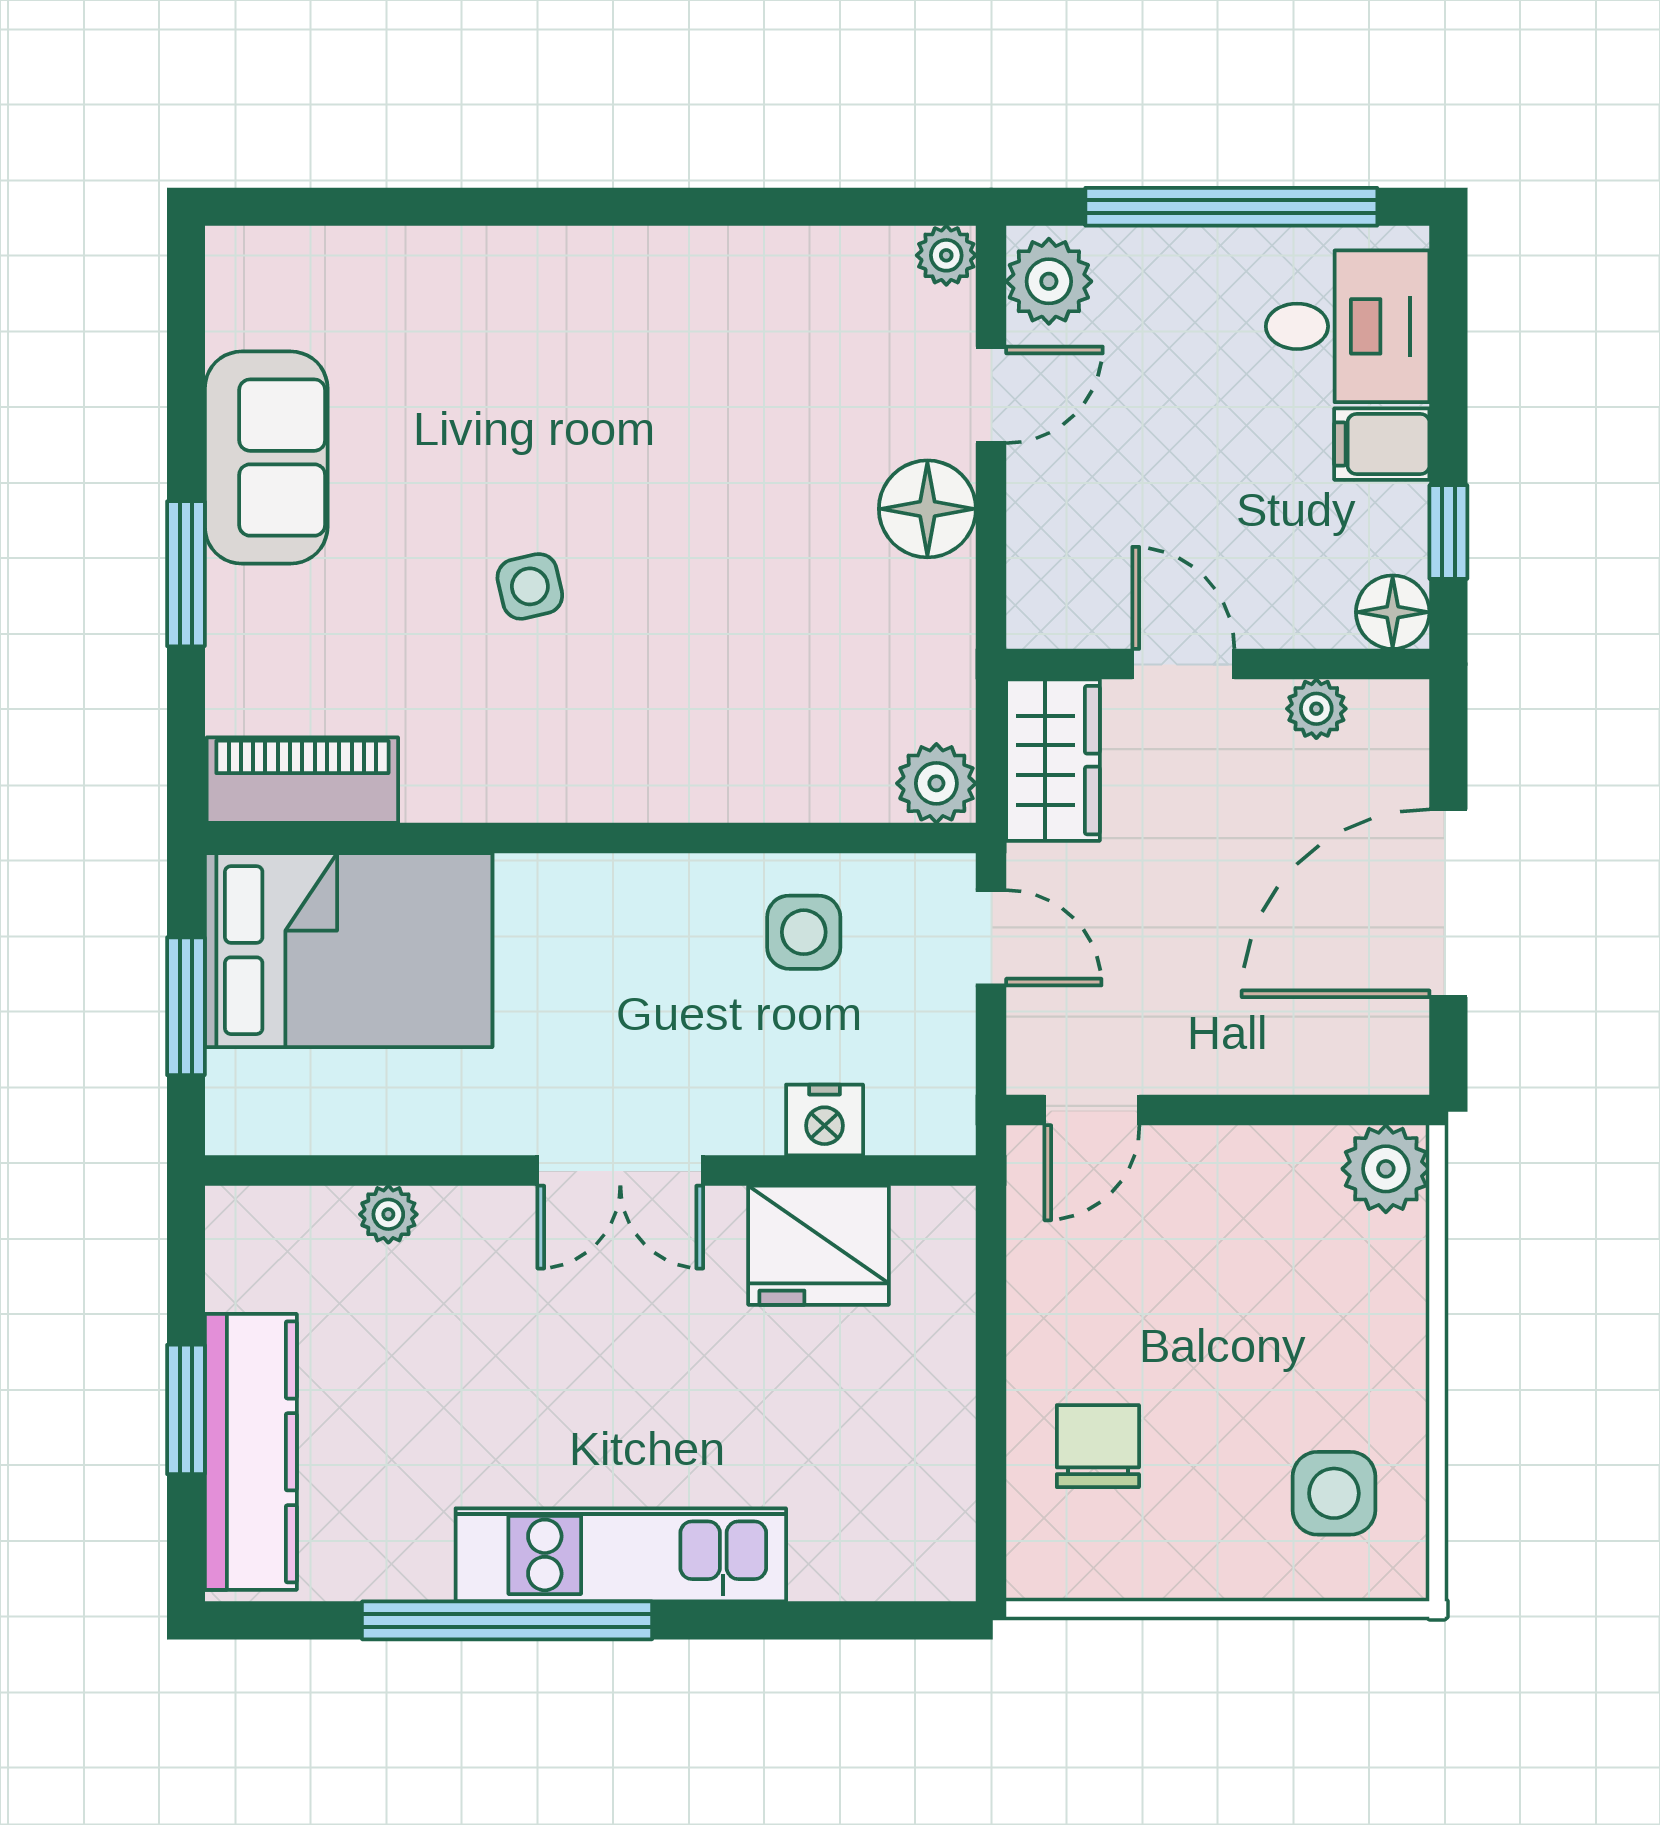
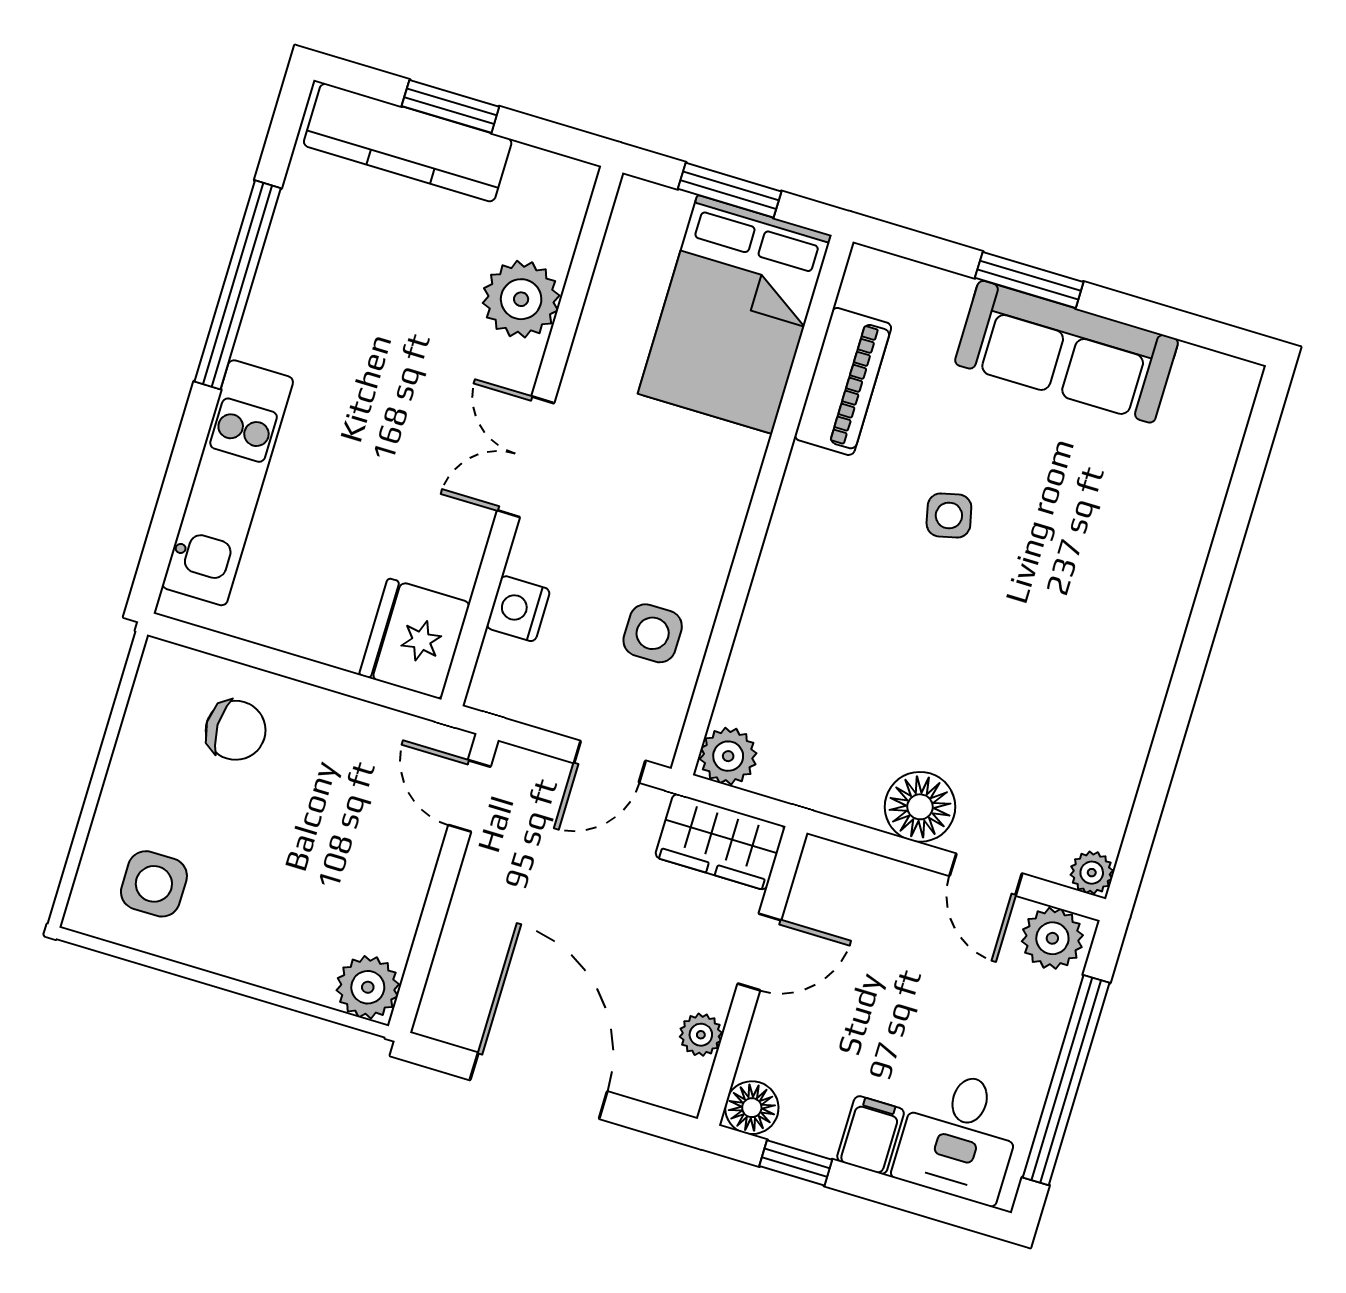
sofa: (266, 458) -> (1066, 352), width x1.36
piano: (302, 780) -> (843, 381), moved
plant: (388, 1214) -> (521, 299), width x1.87, depth x1.87
fridge: (819, 1245) -> (415, 639), moved
kitchen unit: (621, 1555) -> (228, 483), moved

